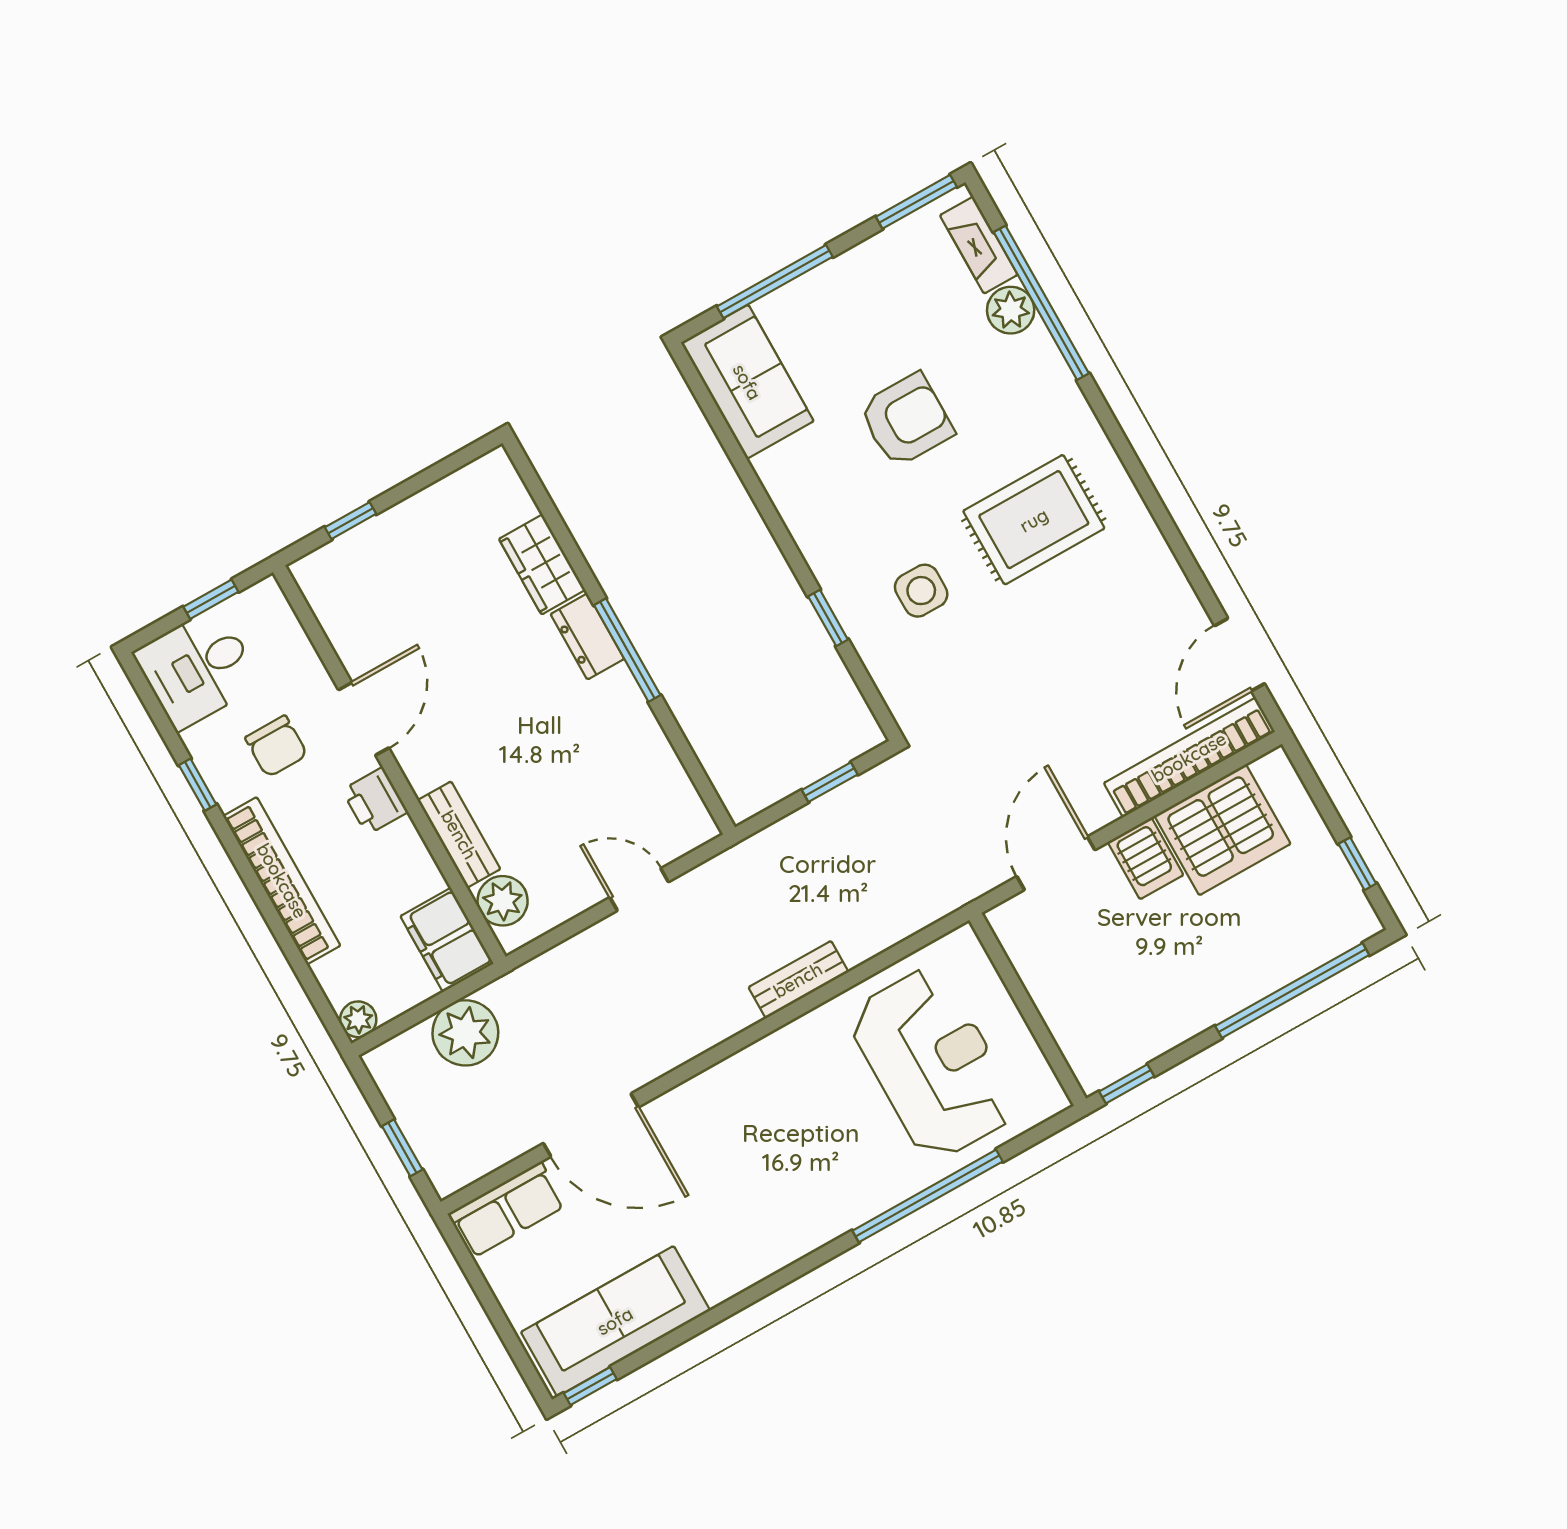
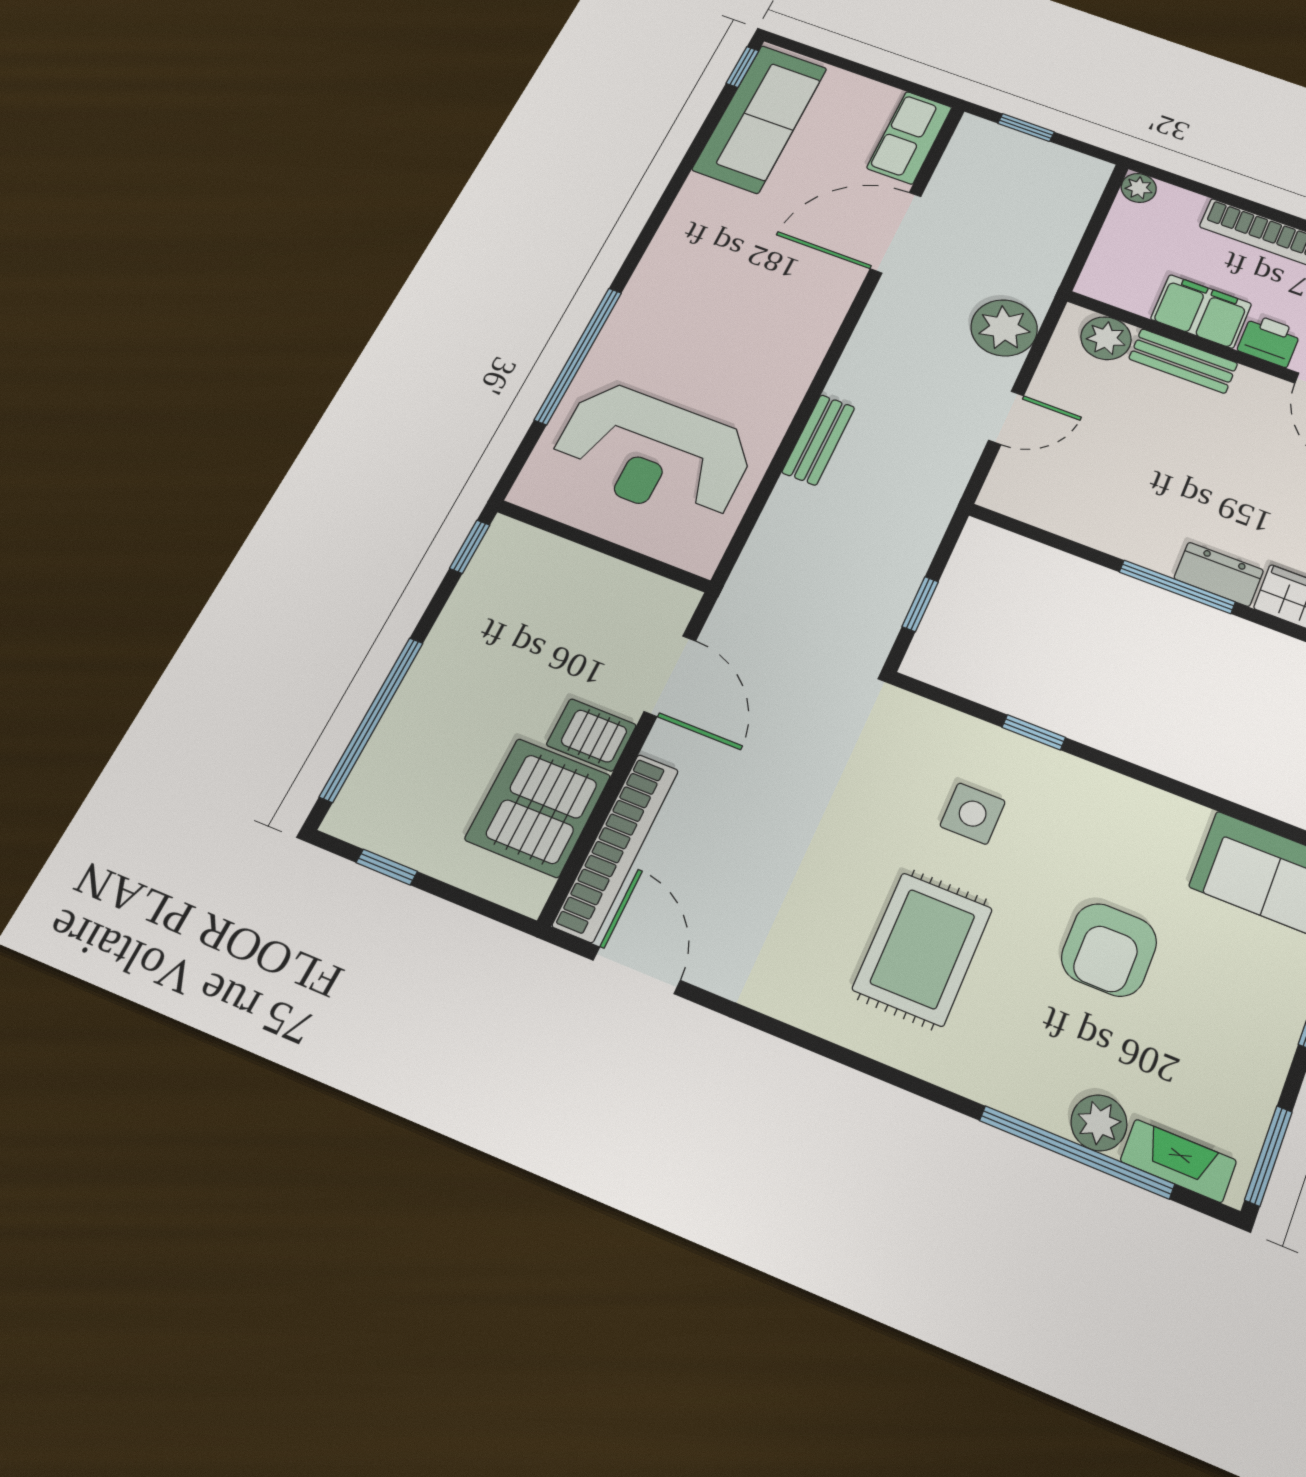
filing cabinet: (447, 940) -> (1201, 311), moved
plant: (465, 1033) -> (1004, 328), moved

